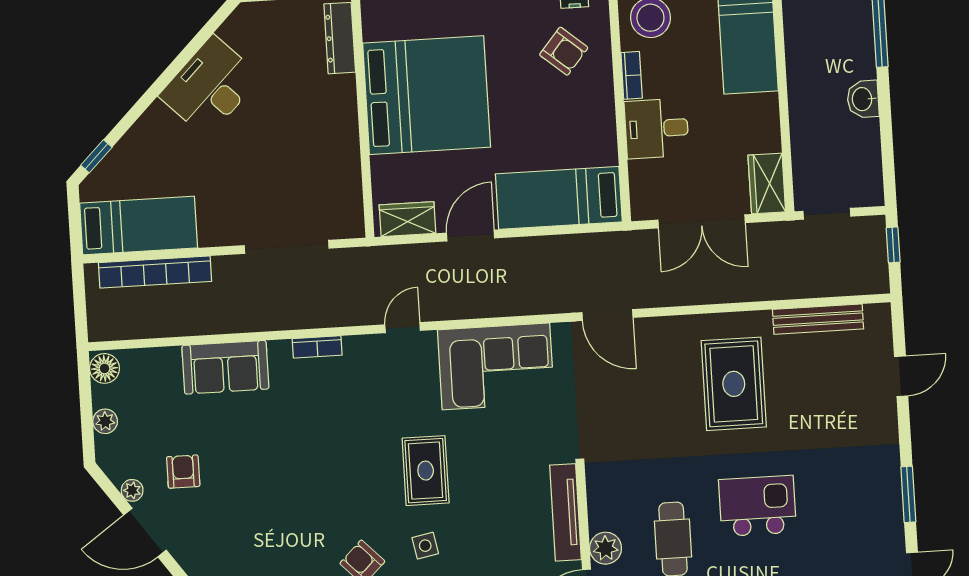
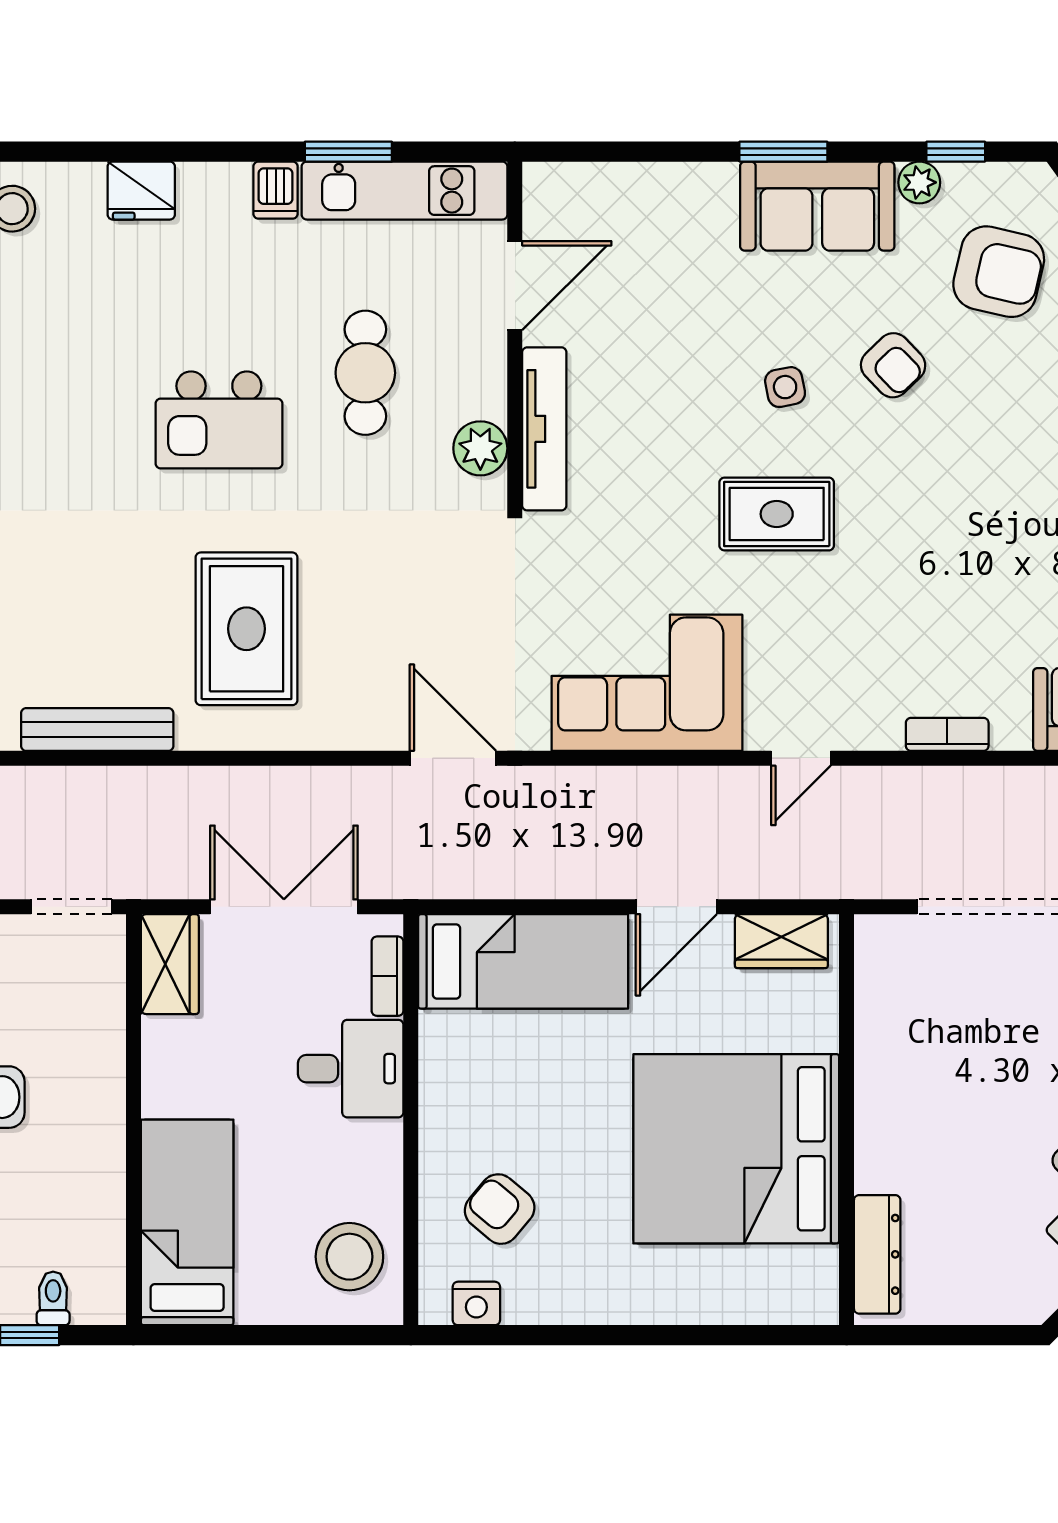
bookcase: (632, 75) -> (387, 976), moved
rug: (426, 471) -> (777, 514), turned 90
plant: (606, 548) -> (480, 448), moved

